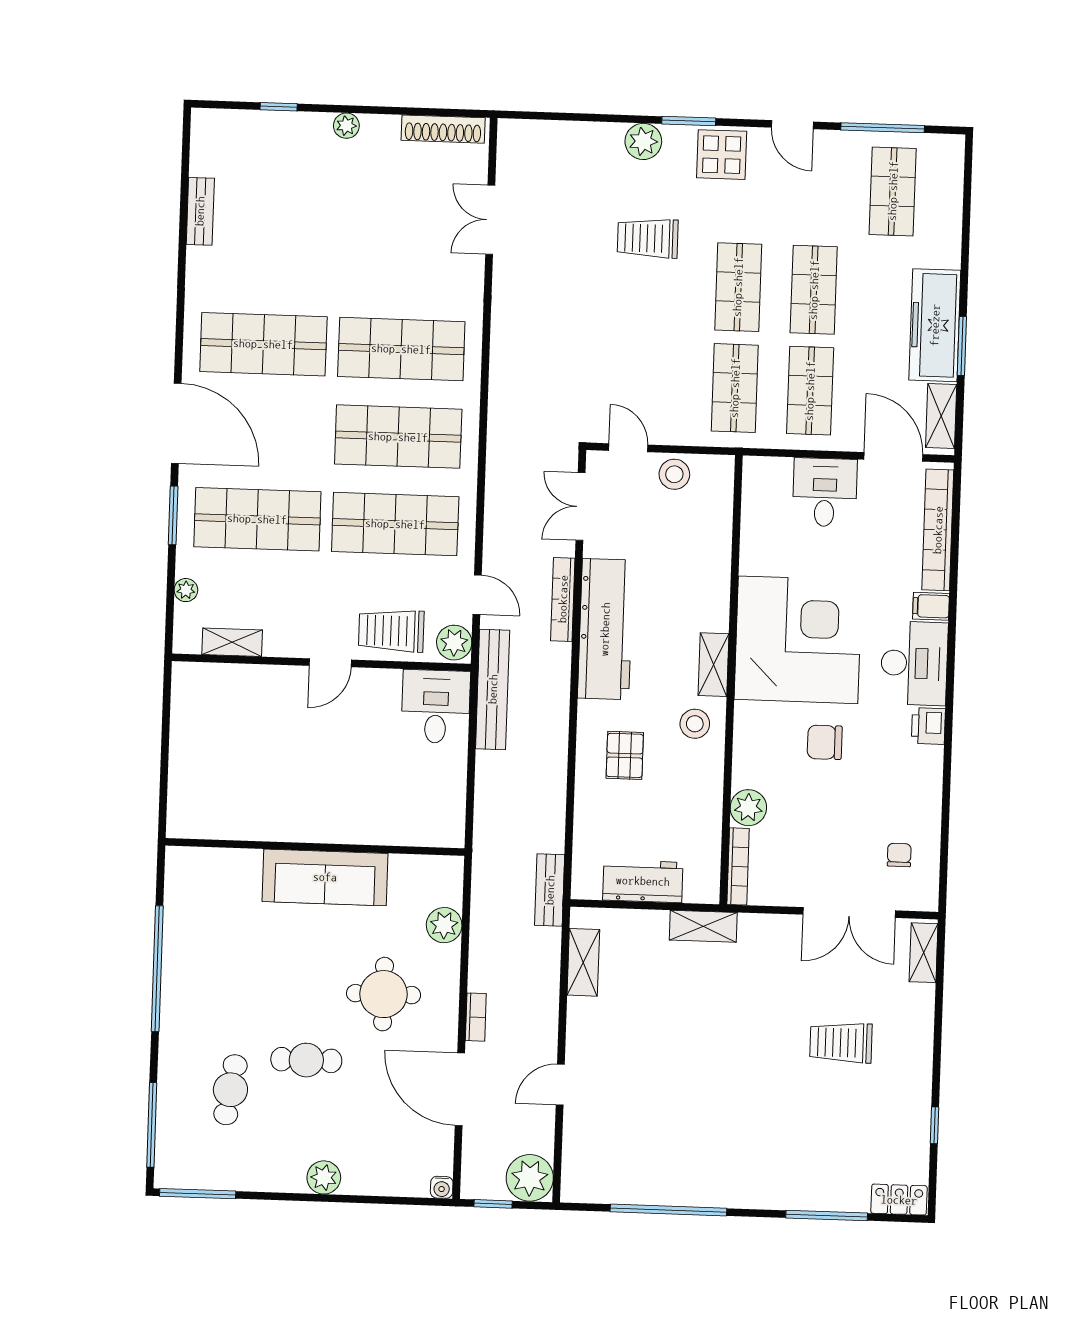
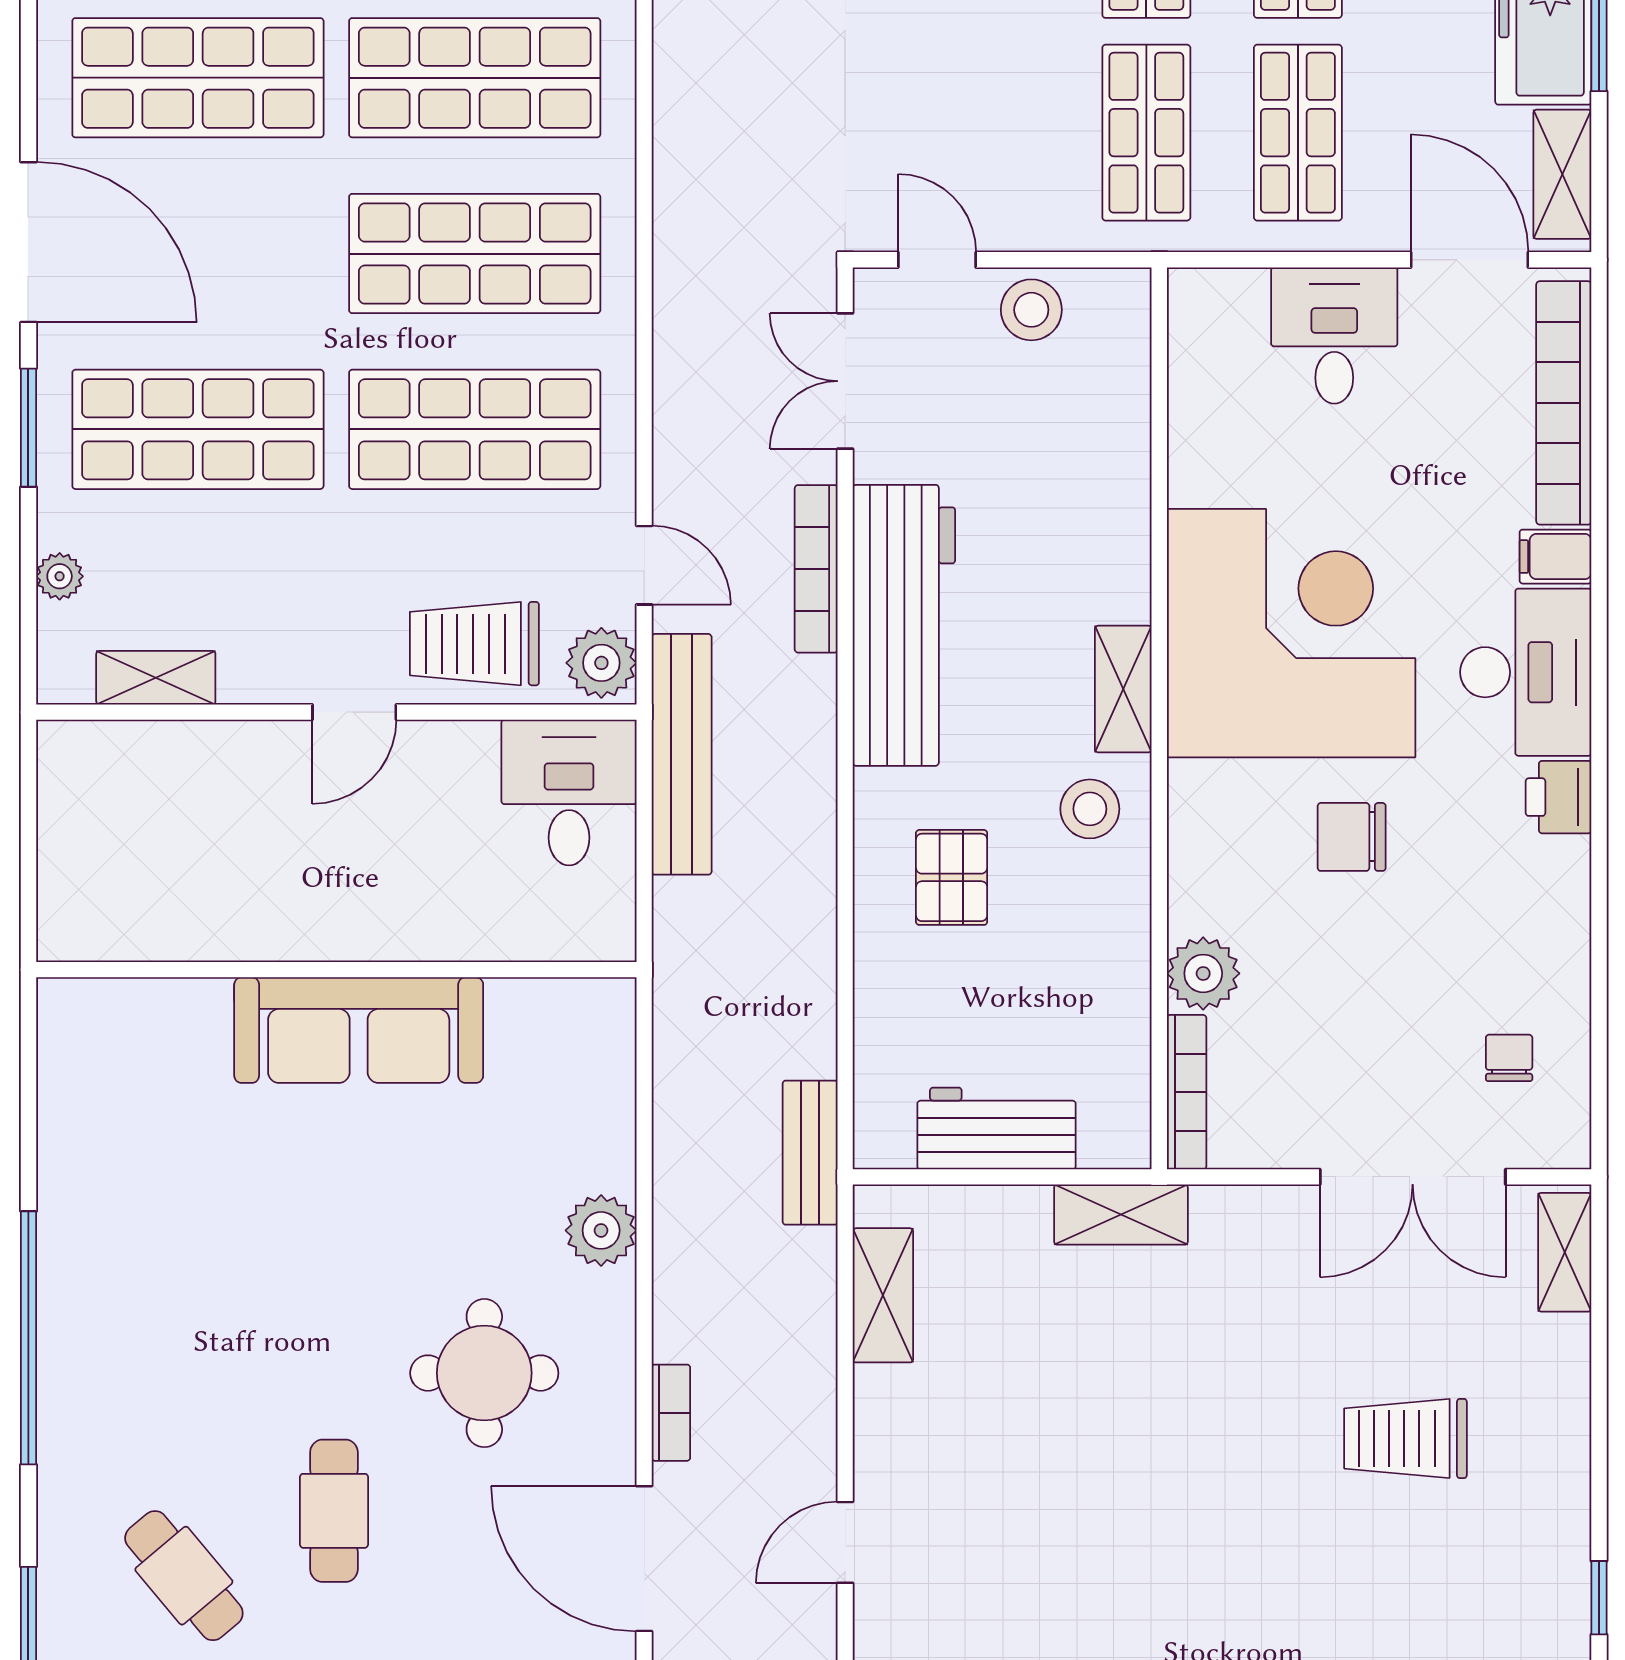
wall: (315, 847) -> (336, 970), moved
sofa: (325, 877) -> (359, 1030), moved
cafe table: (306, 1060) -> (334, 1511), turned 90
cafe table: (230, 1090) -> (184, 1576), turned -49

